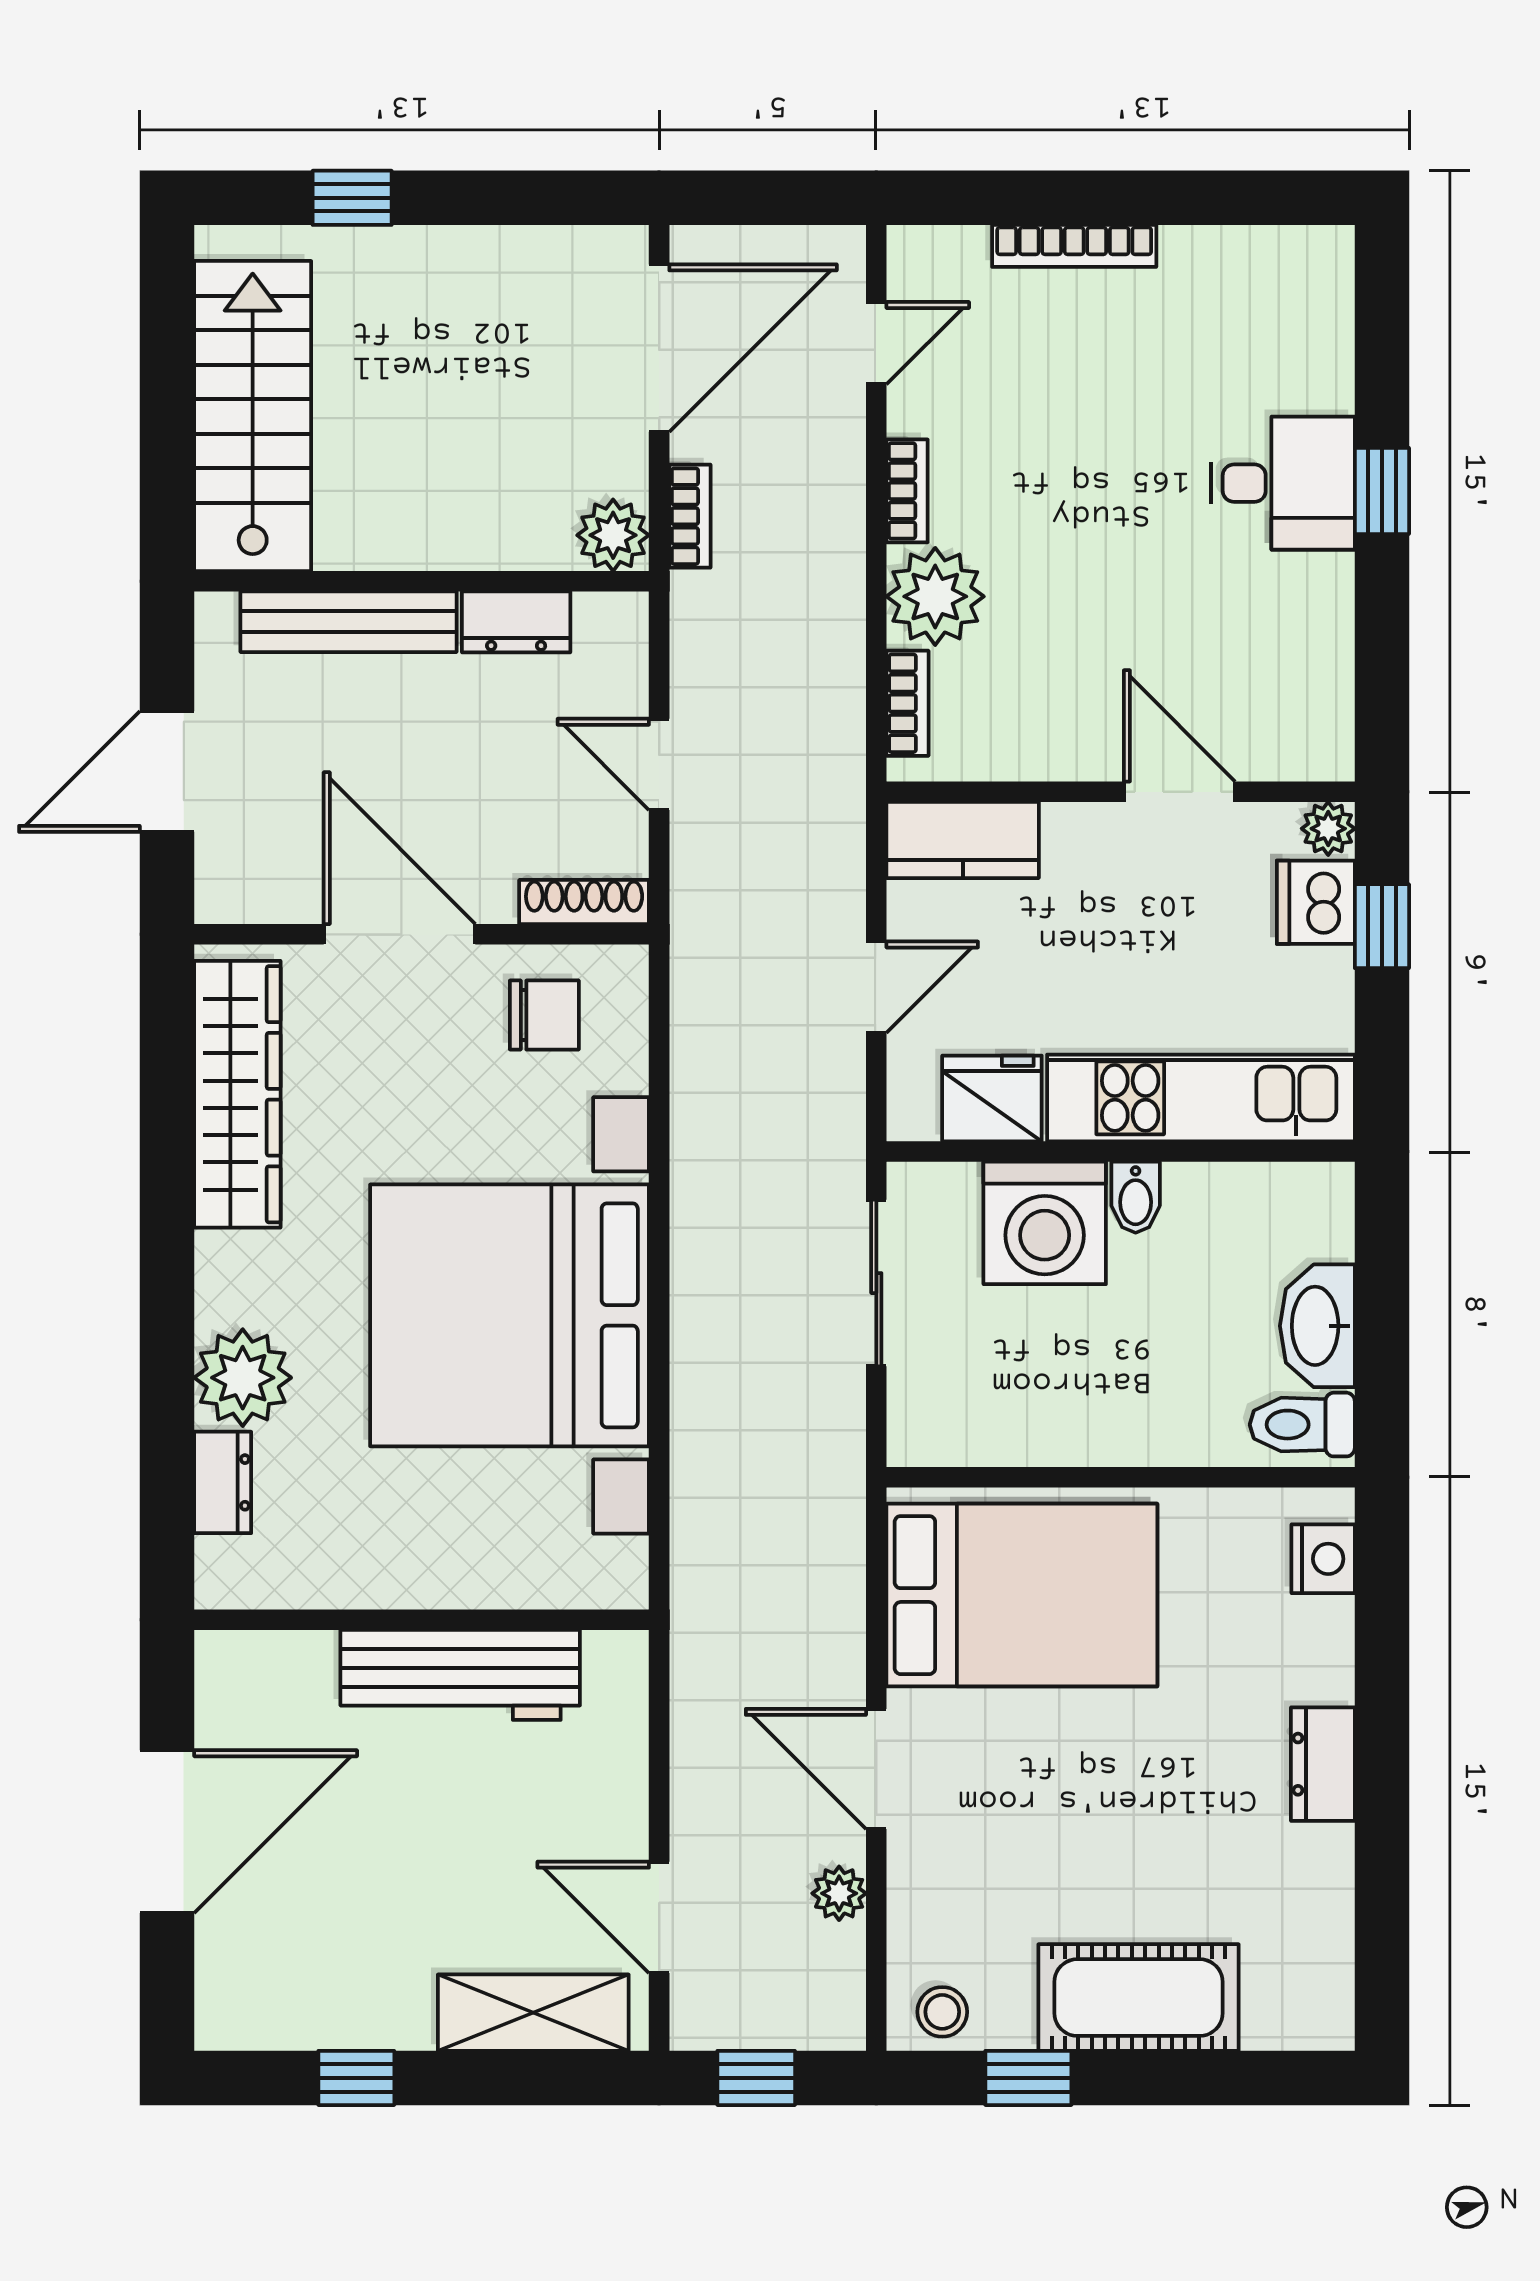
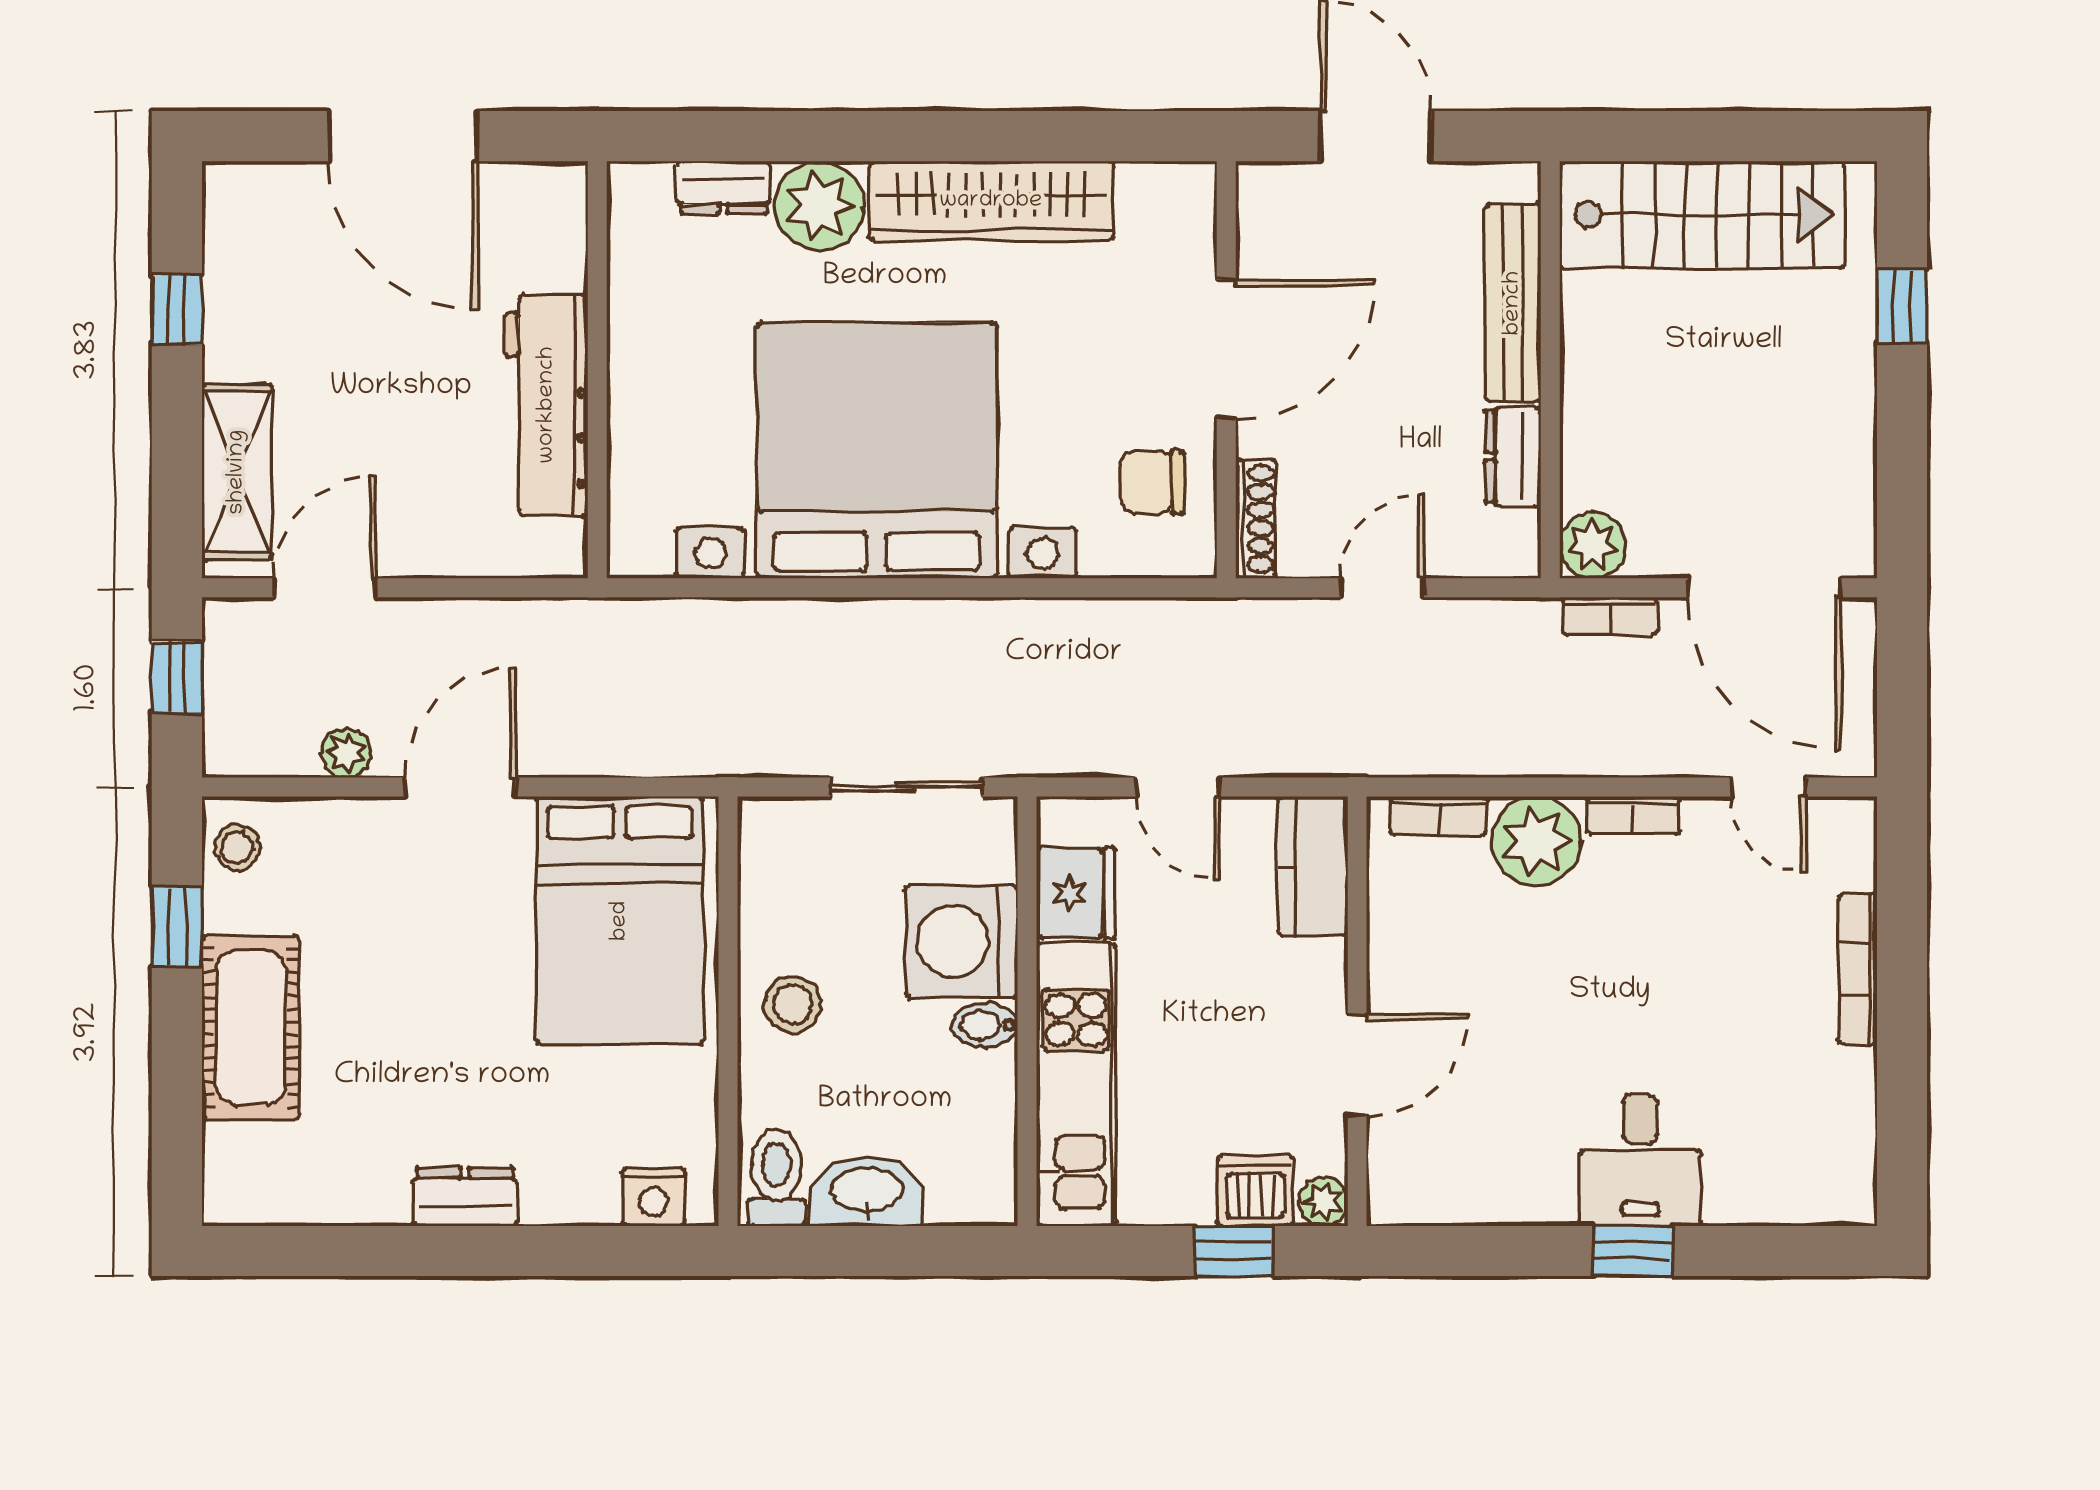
chair: (544, 1015) -> (1152, 482), turned 90
wardrobe: (237, 1094) -> (991, 201), moved
stool: (1113, 1407) -> (793, 1005), added

